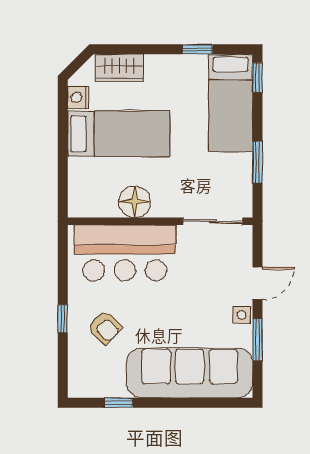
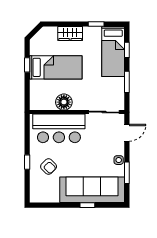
wardrobe: (119, 68) -> (70, 34), moved
window: (258, 77) -> (127, 50), moved
nightstand: (78, 97) -> (35, 49), removed
window: (63, 129) -> (27, 65), added
door: (258, 283) -> (127, 133), moved
window: (119, 403) -> (87, 205), moved

